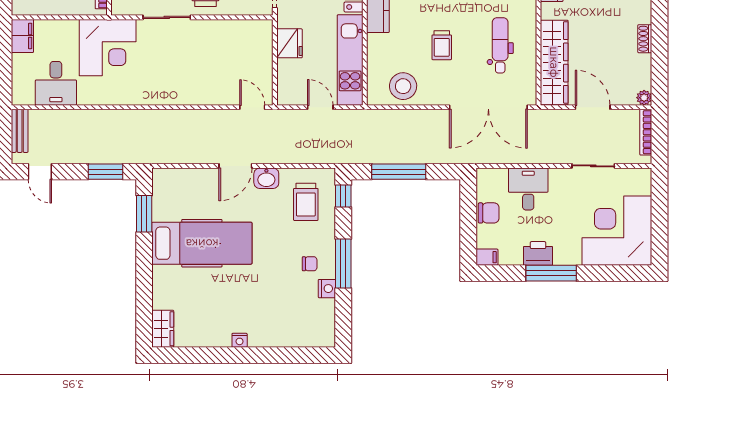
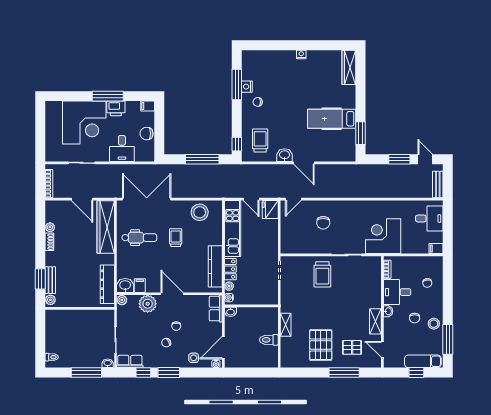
filing cabinet: (22, 36) -> (436, 249), width x0.50
fridge: (289, 43) -> (270, 209), moved
dental chair: (500, 45) -> (139, 238), turned -90
chair: (204, 69) -> (323, 223), added
desk: (56, 83) -> (429, 219), moved, turned 90
plant: (644, 98) -> (50, 227), moved
door: (252, 107) -> (293, 199), hinge flipped
door: (235, 166) -> (304, 163), swing flipped
window: (105, 172) -> (399, 159), moved
corner desk: (617, 231) -> (84, 123), moved
hospital bed: (202, 243) -> (332, 119), width x0.73, depth x0.78
window: (343, 263) -> (237, 85), moved
wardrobe: (163, 329) -> (349, 67), width x1.50

